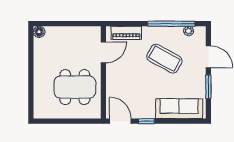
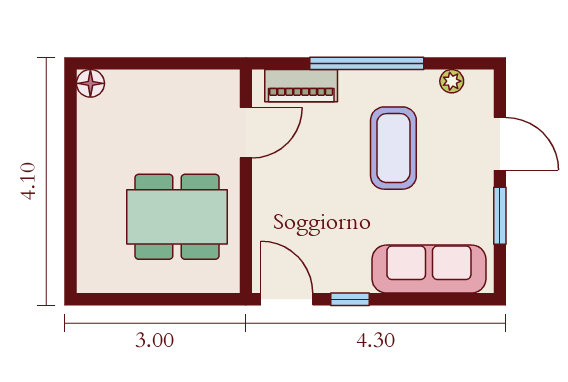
window: (171, 24) -> (367, 63), moved
coffee table: (164, 59) -> (393, 148), turned 61

